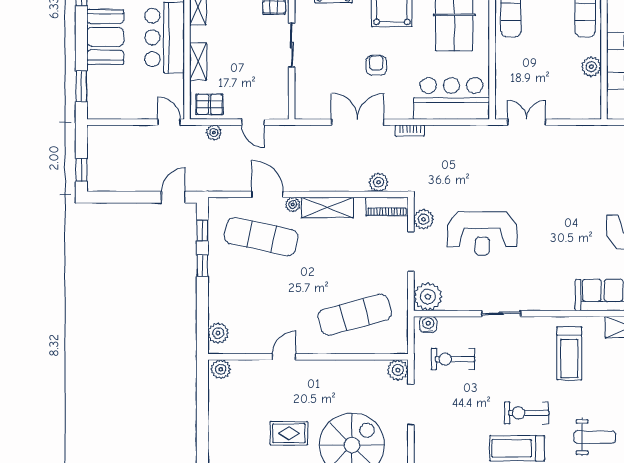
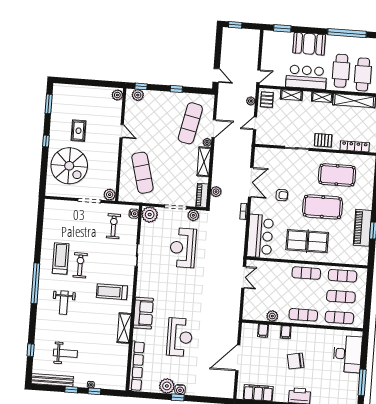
window: (202, 230) -> (141, 86), moved

